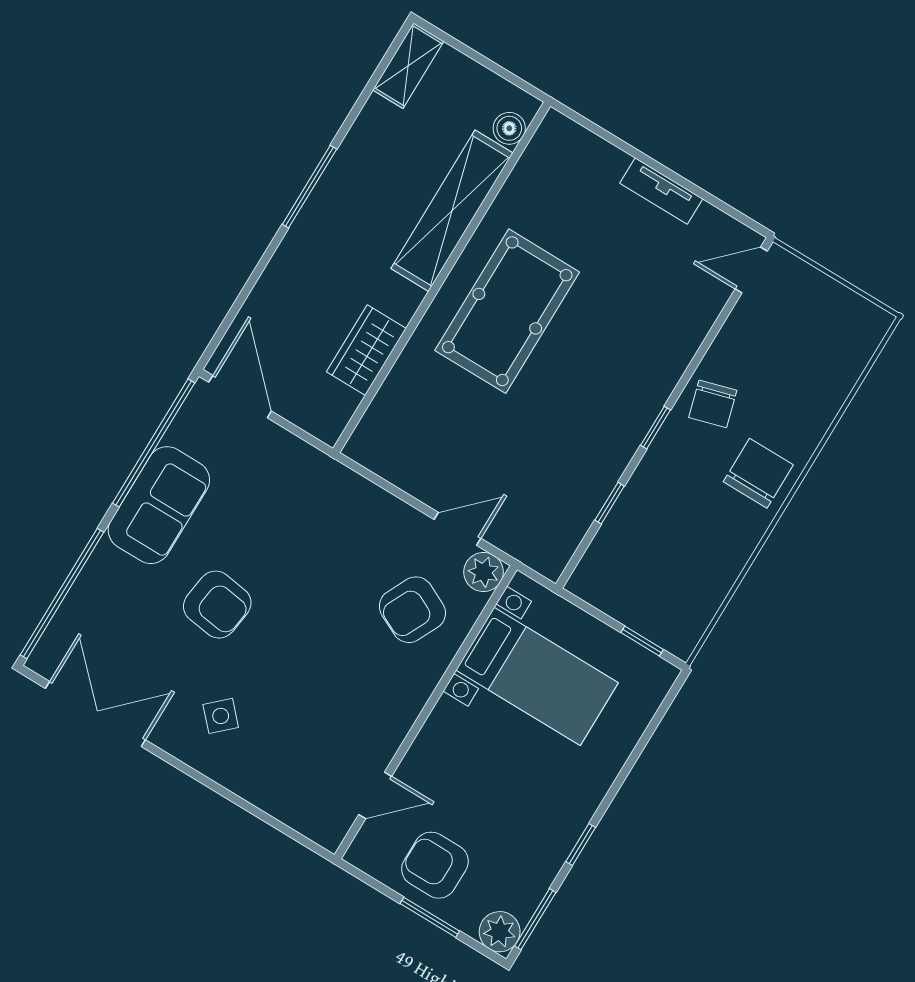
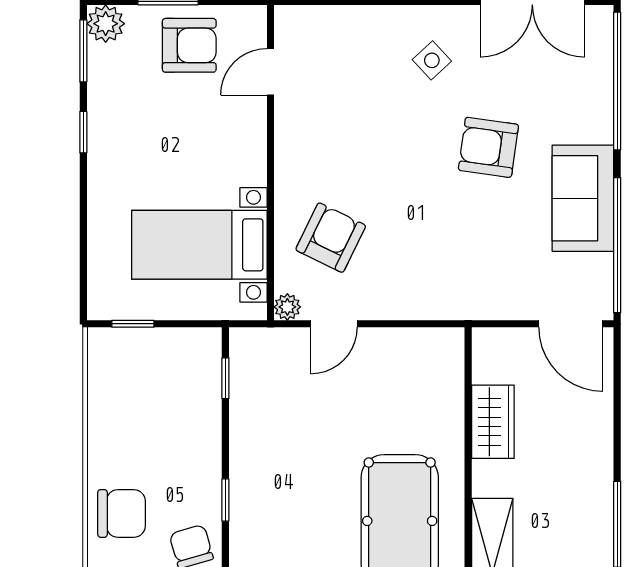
chair: (758, 473) -> (122, 513), turned -90
window: (610, 503) -> (225, 378), moved
plant: (484, 572) -> (287, 307), width x0.73, depth x0.73

